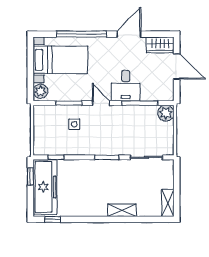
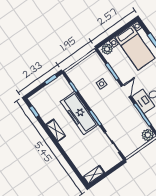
freezer: (45, 187) -> (79, 113), moved, turned 90
shelving: (122, 210) -> (56, 130), moved

